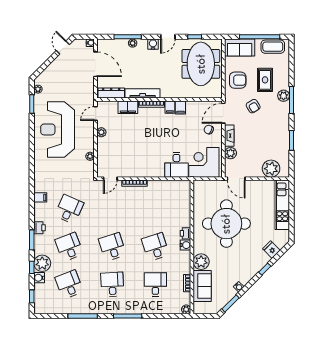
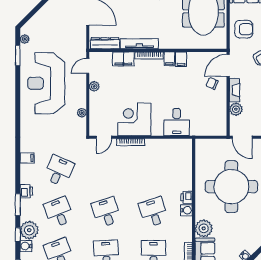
corner desk: (204, 162) -> (134, 119), moved

